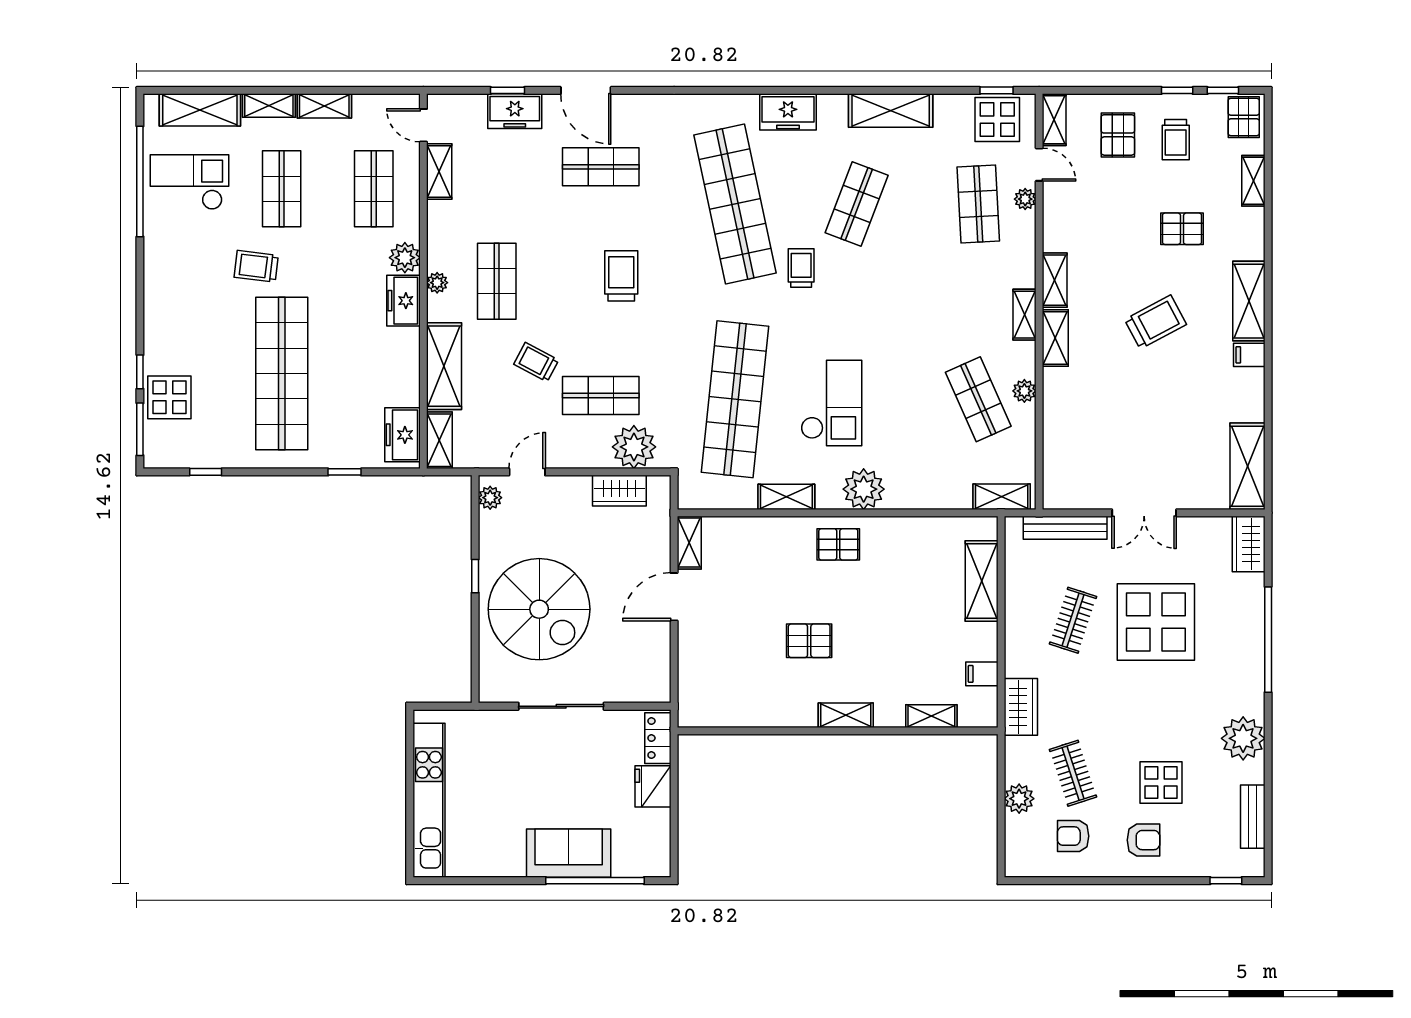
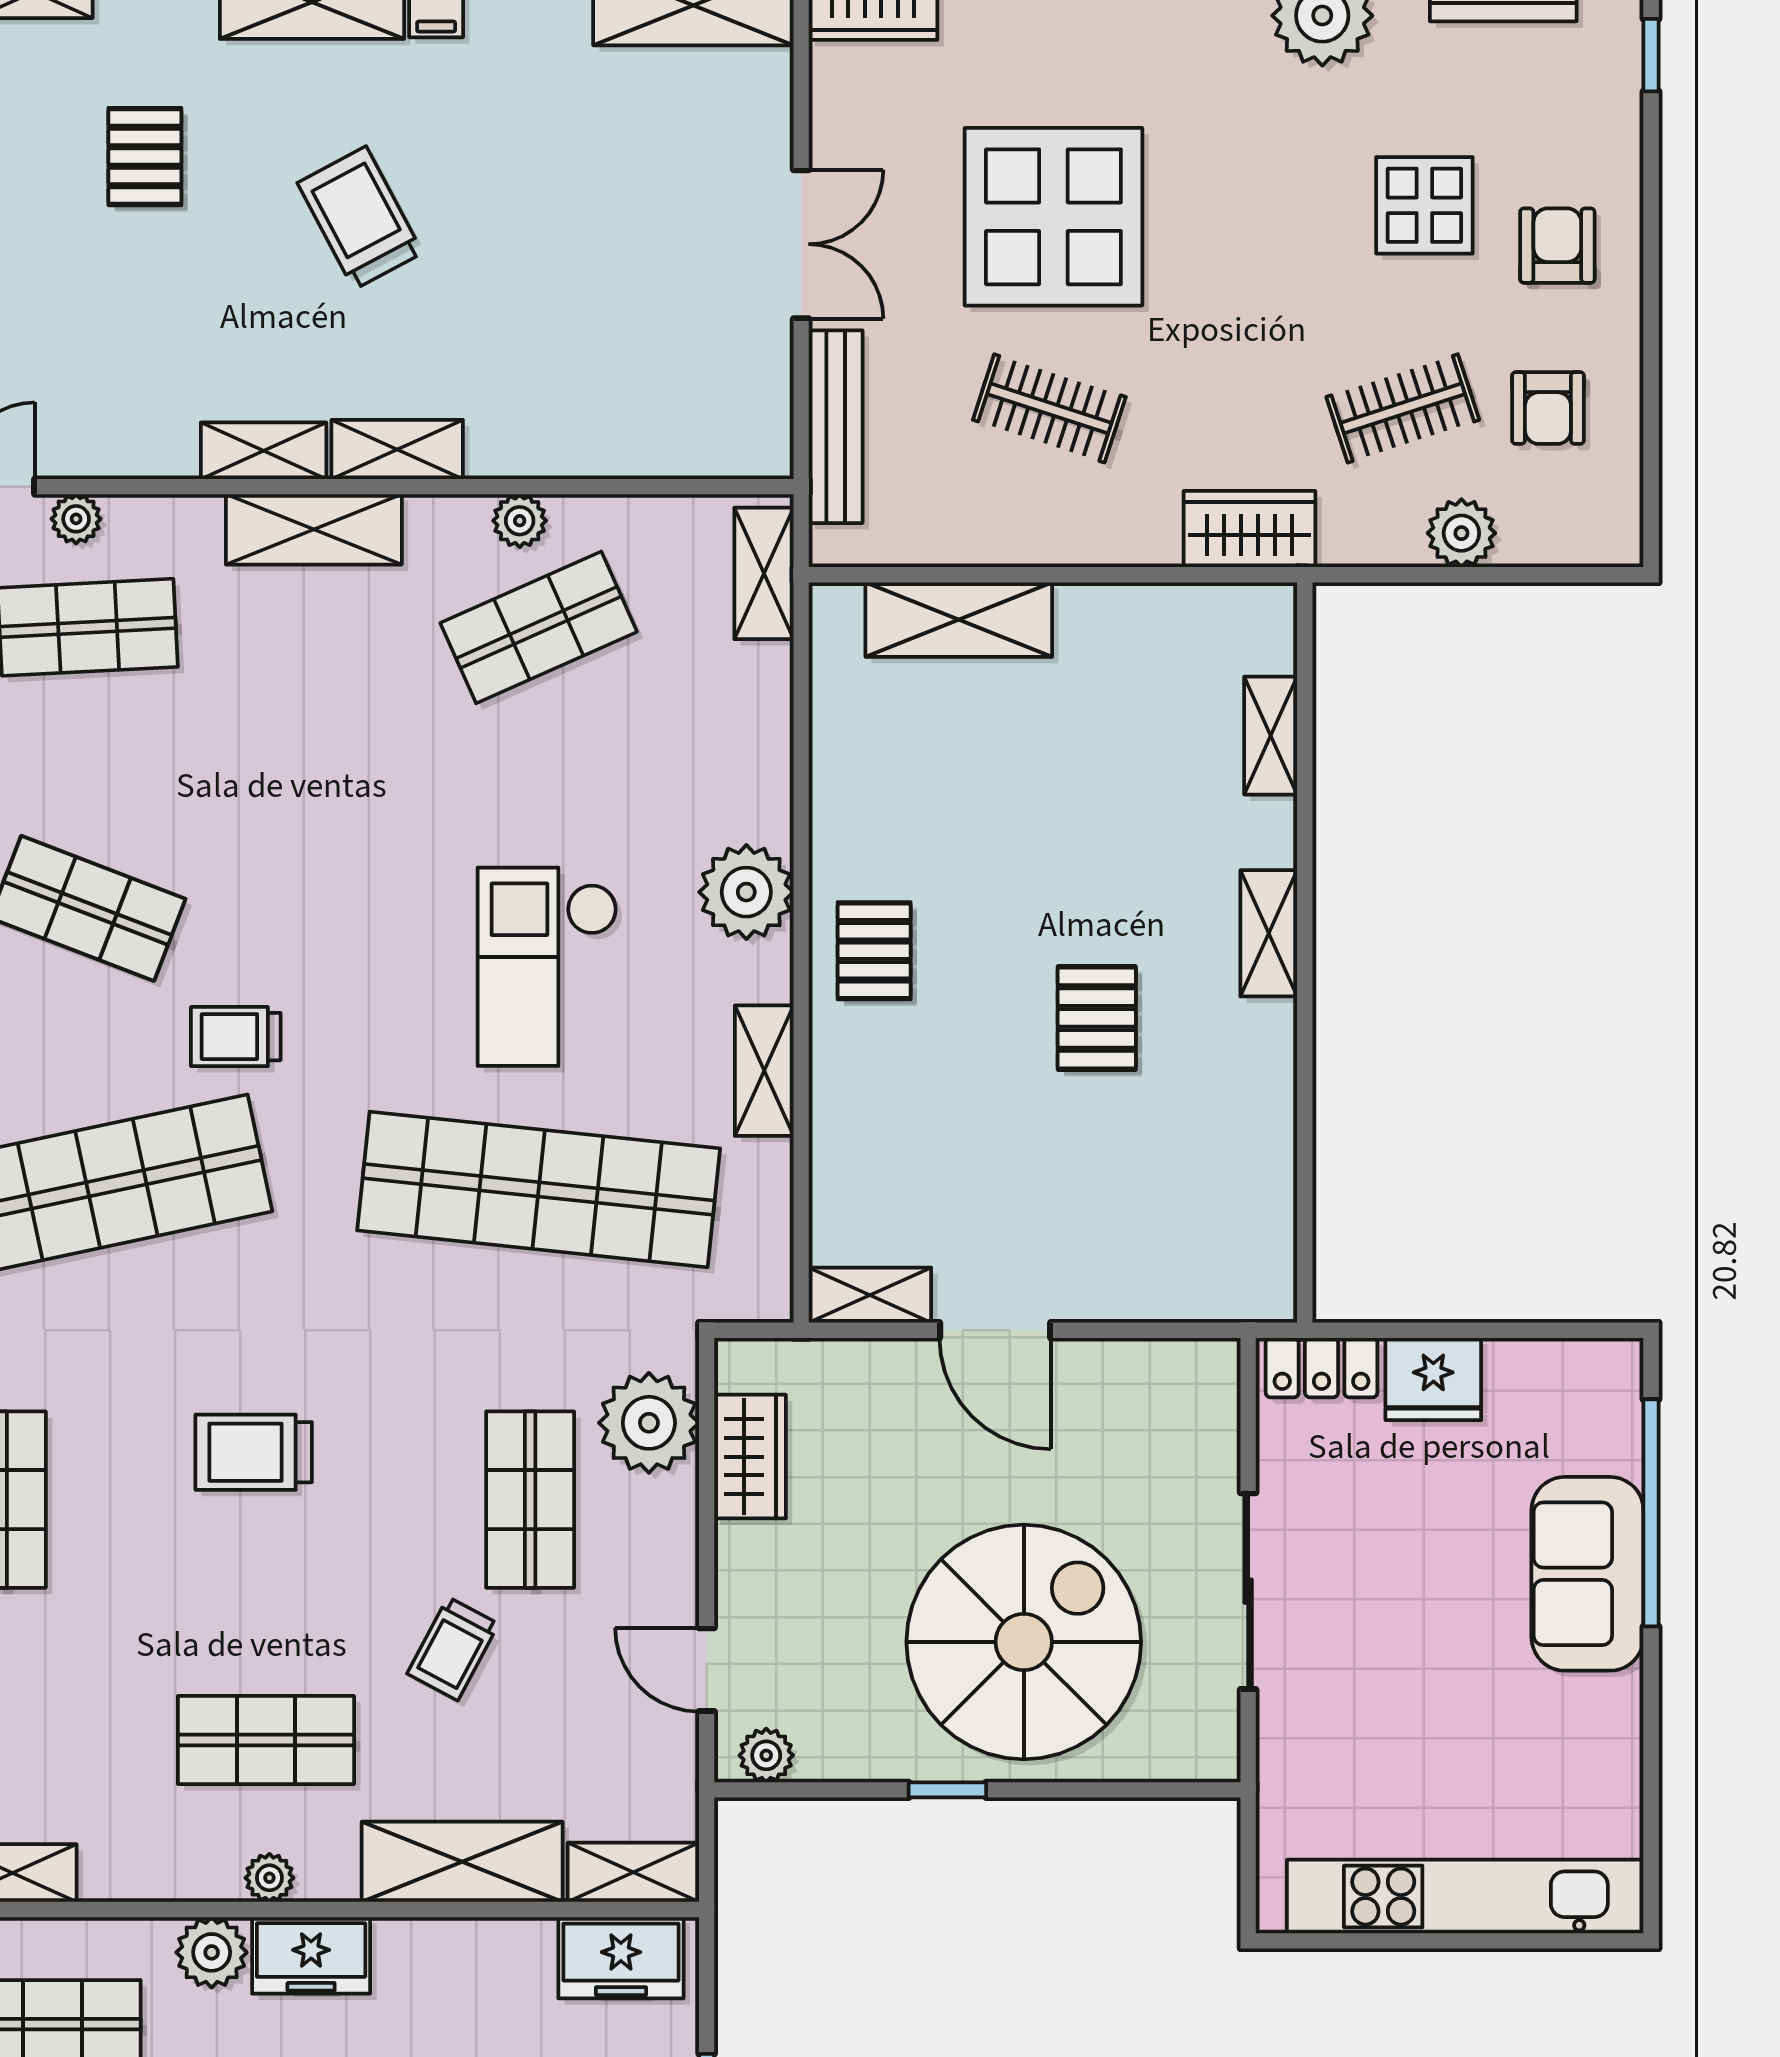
shelving: (1024, 315) -> (314, 529), width x1.50, depth x1.33
checkout: (831, 403) -> (547, 967), turned -90
filing cabinet: (982, 674) -> (1173, 619), removed

